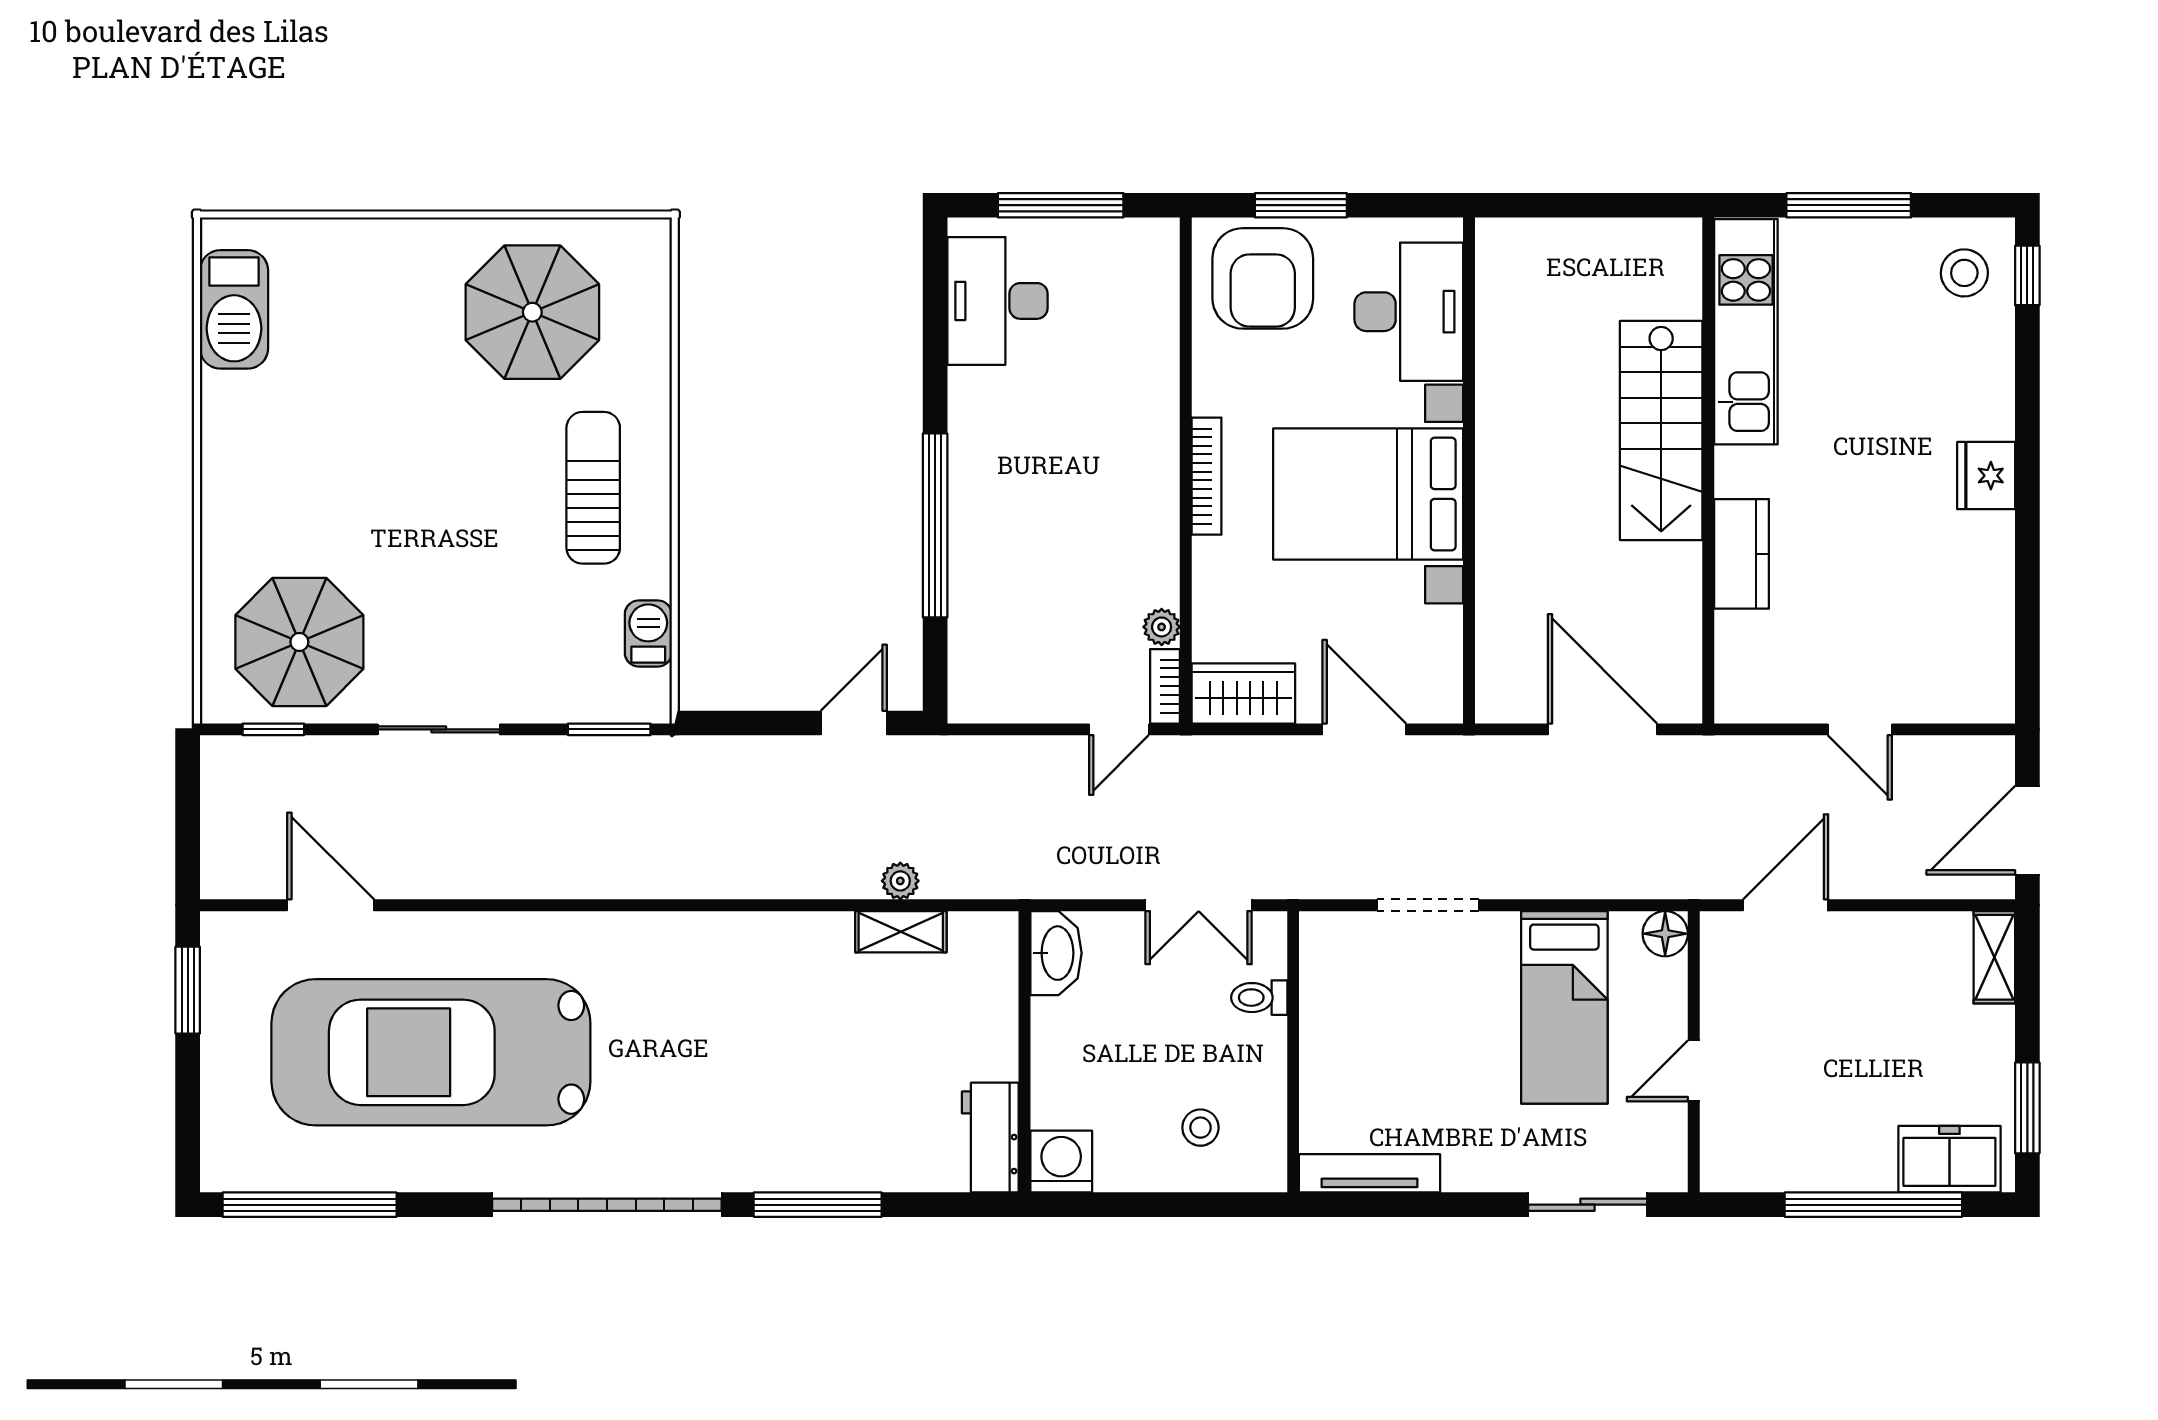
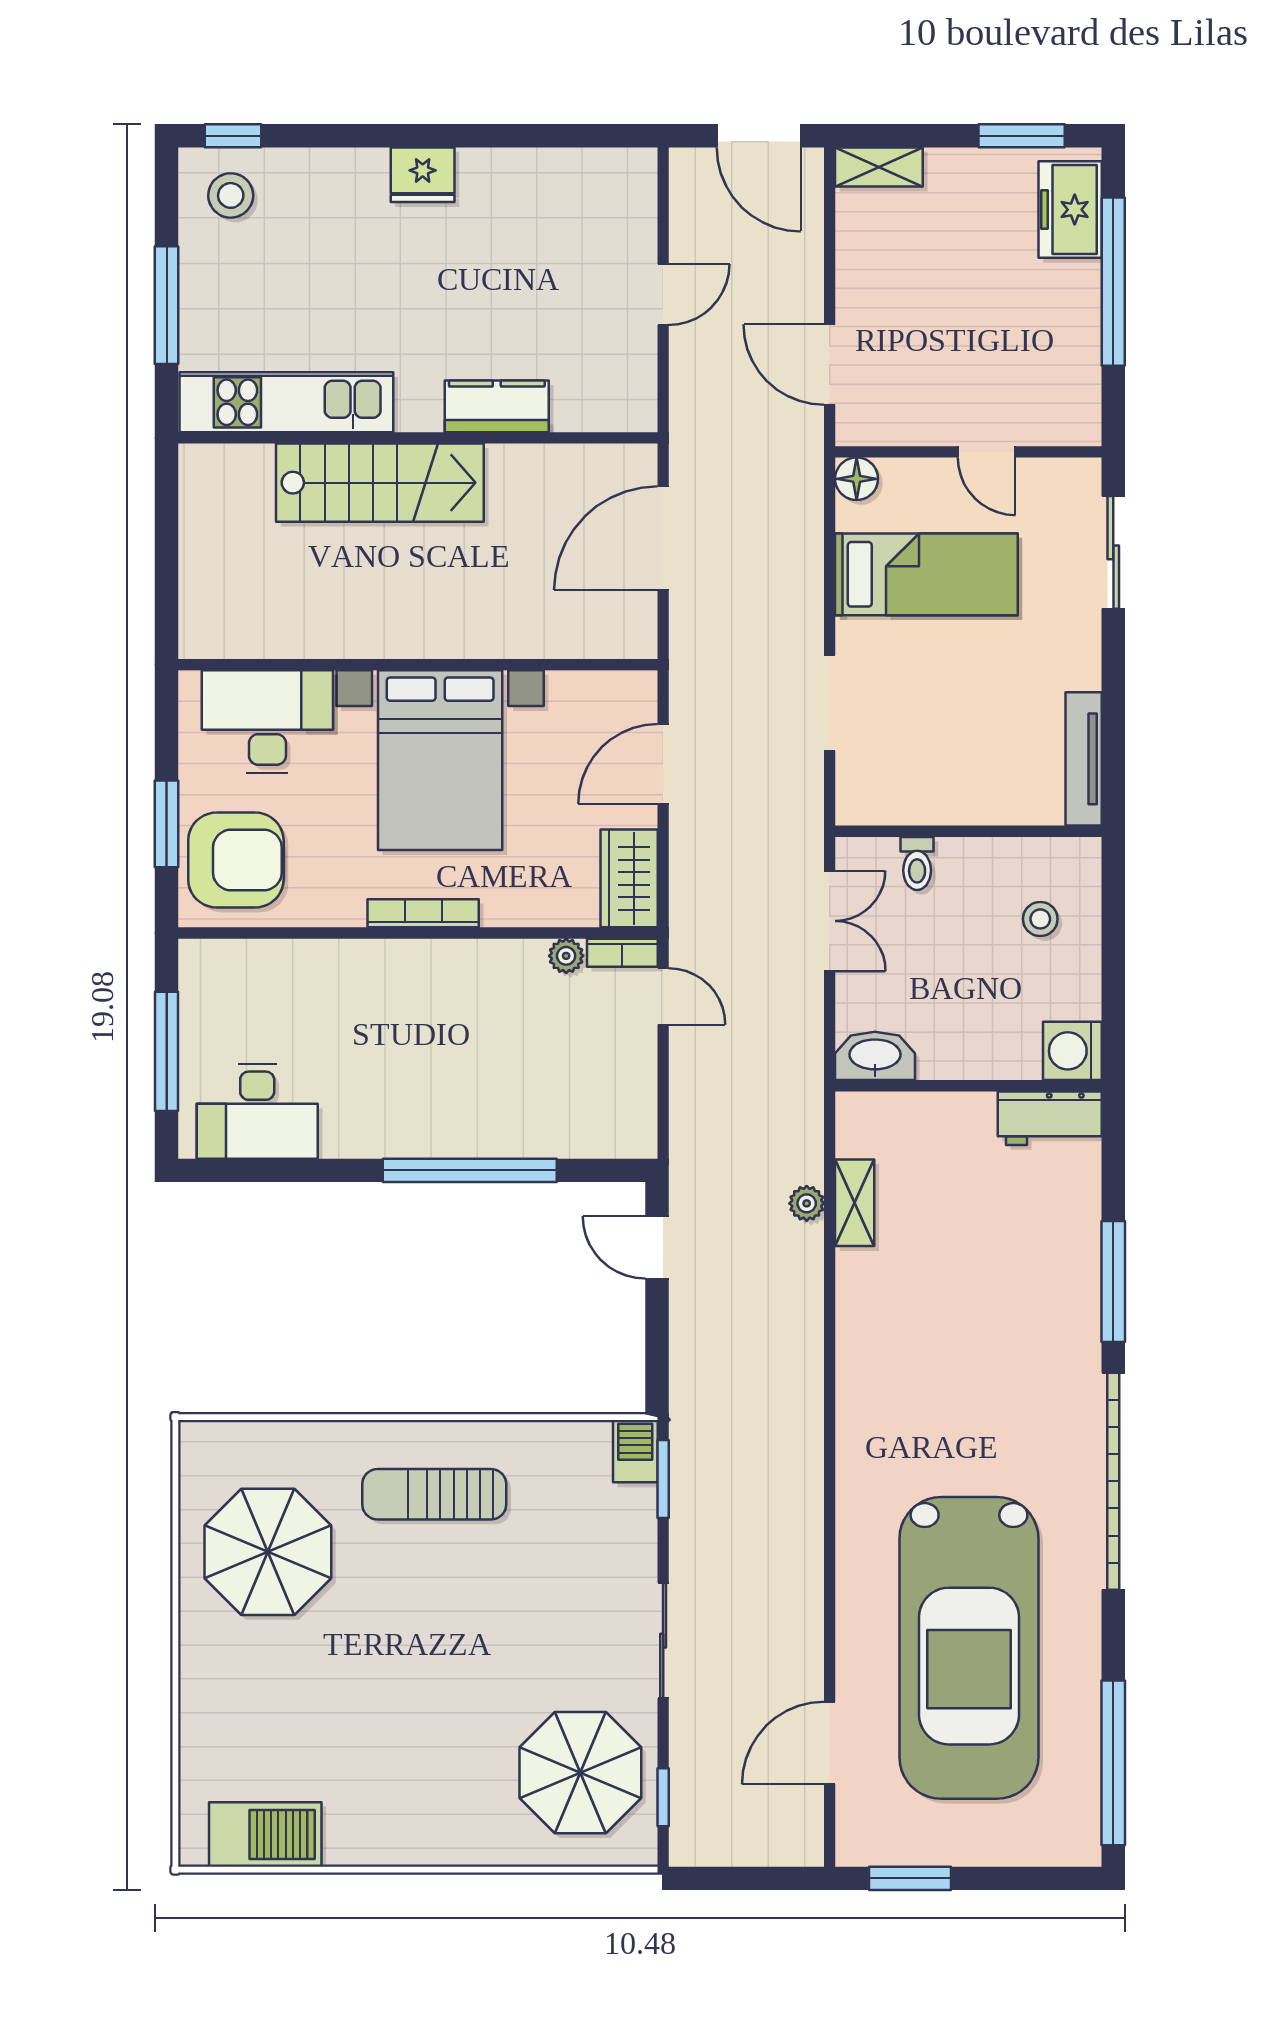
barbecue: (648, 633) -> (635, 1451), moved, turned 90

